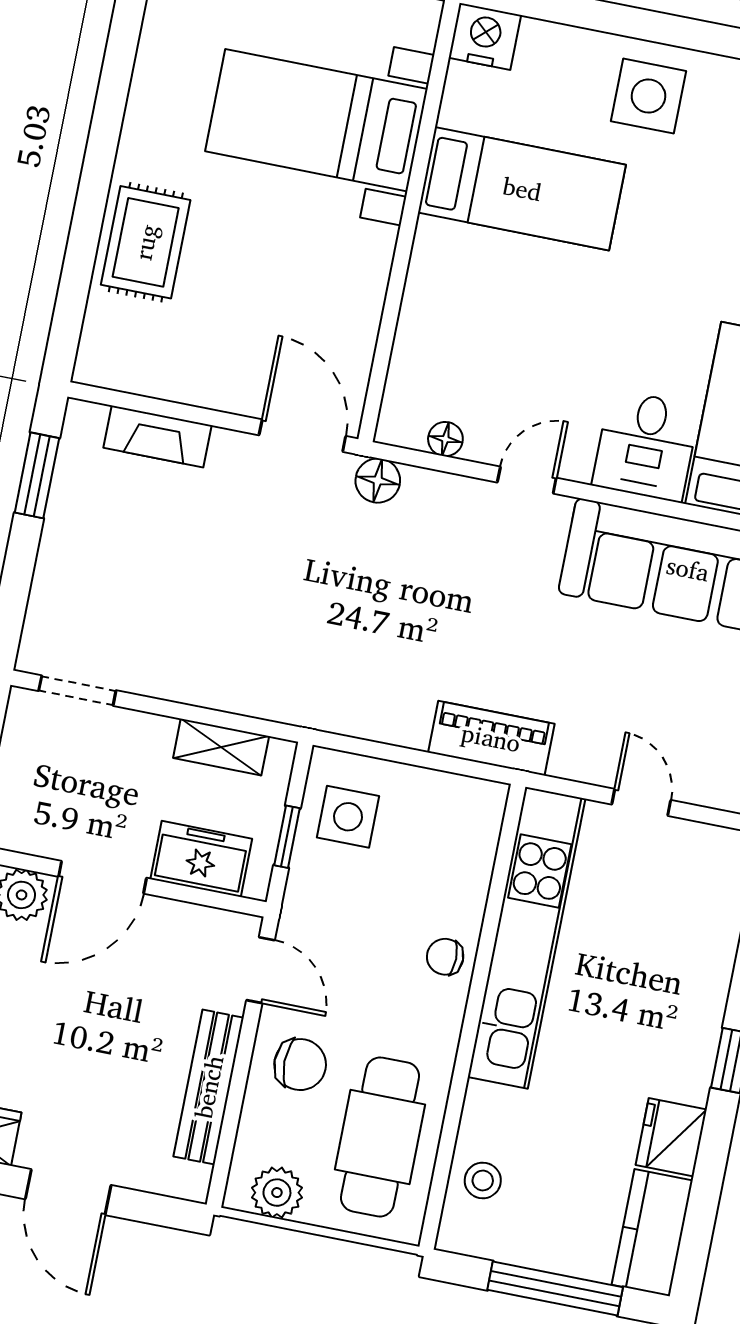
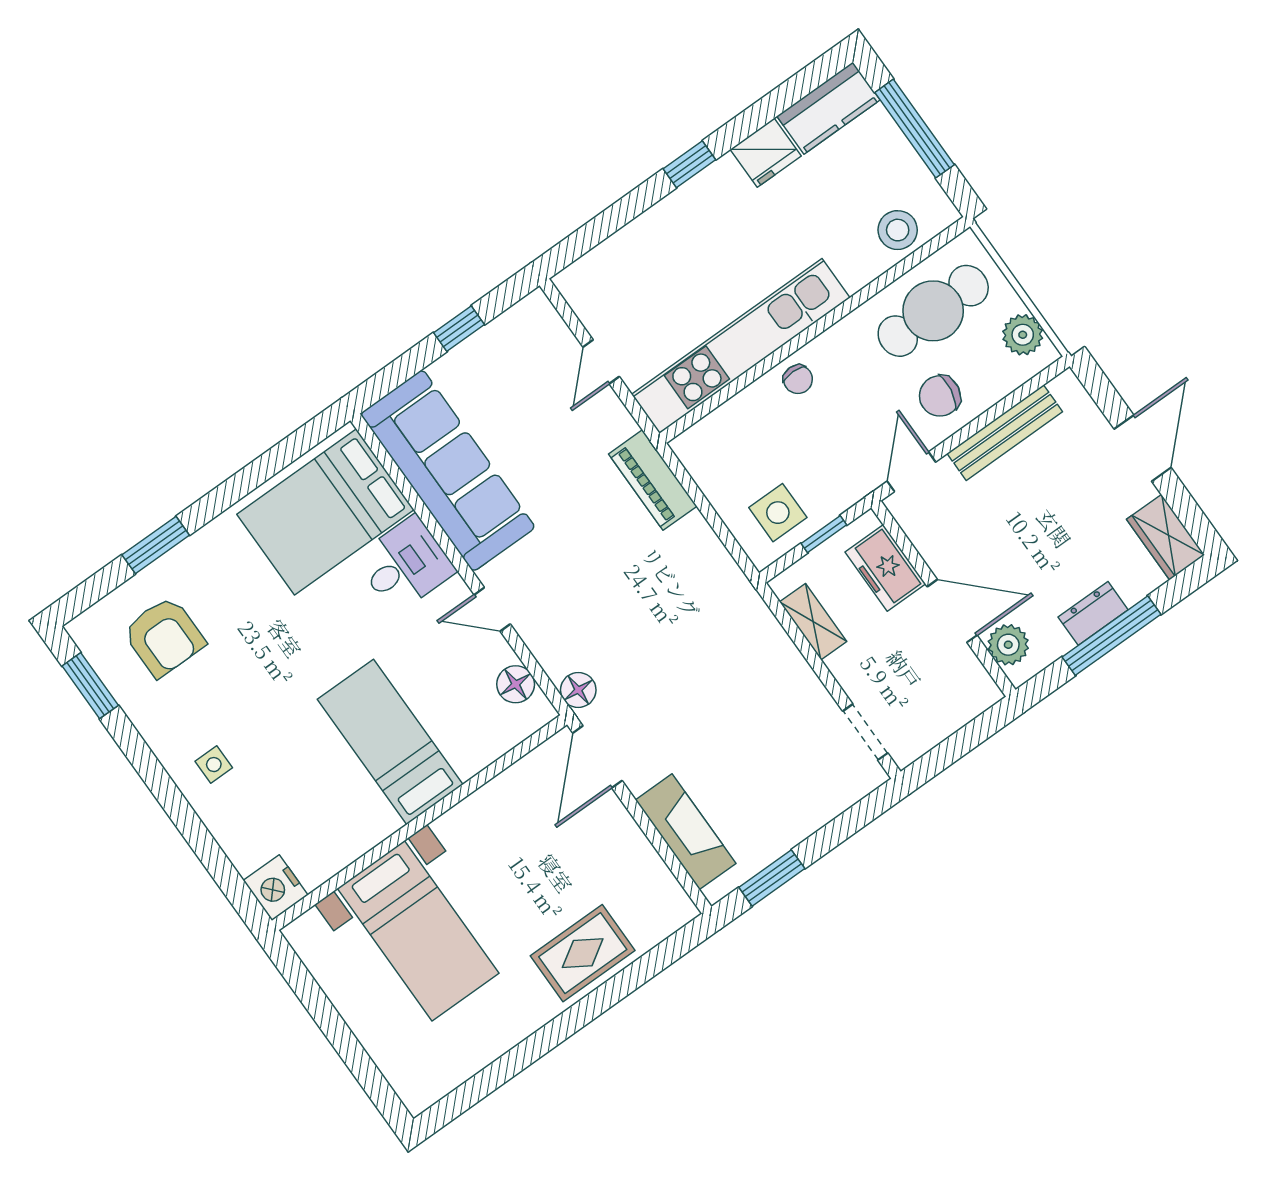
side table: (648, 96) -> (214, 765), width x0.54, depth x0.54
bed: (522, 189) -> (390, 742), moved
fireplace: (158, 436) -> (686, 832), width x1.37, depth x1.32
floor lamp: (445, 439) -> (516, 684), width x1.37, depth x1.37
chair: (300, 1065) -> (940, 396), turned -81
stool: (483, 1181) -> (898, 230), width x1.37, depth x1.37

